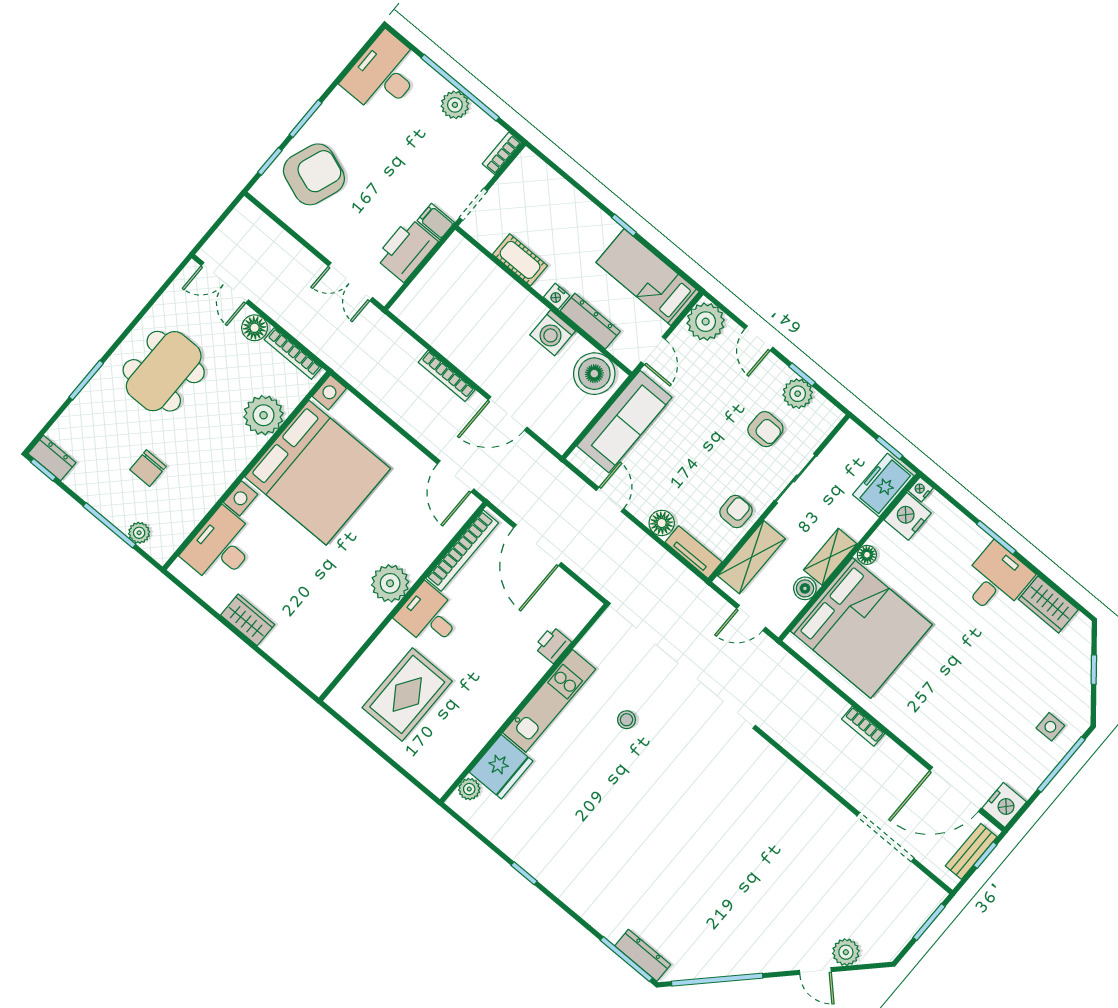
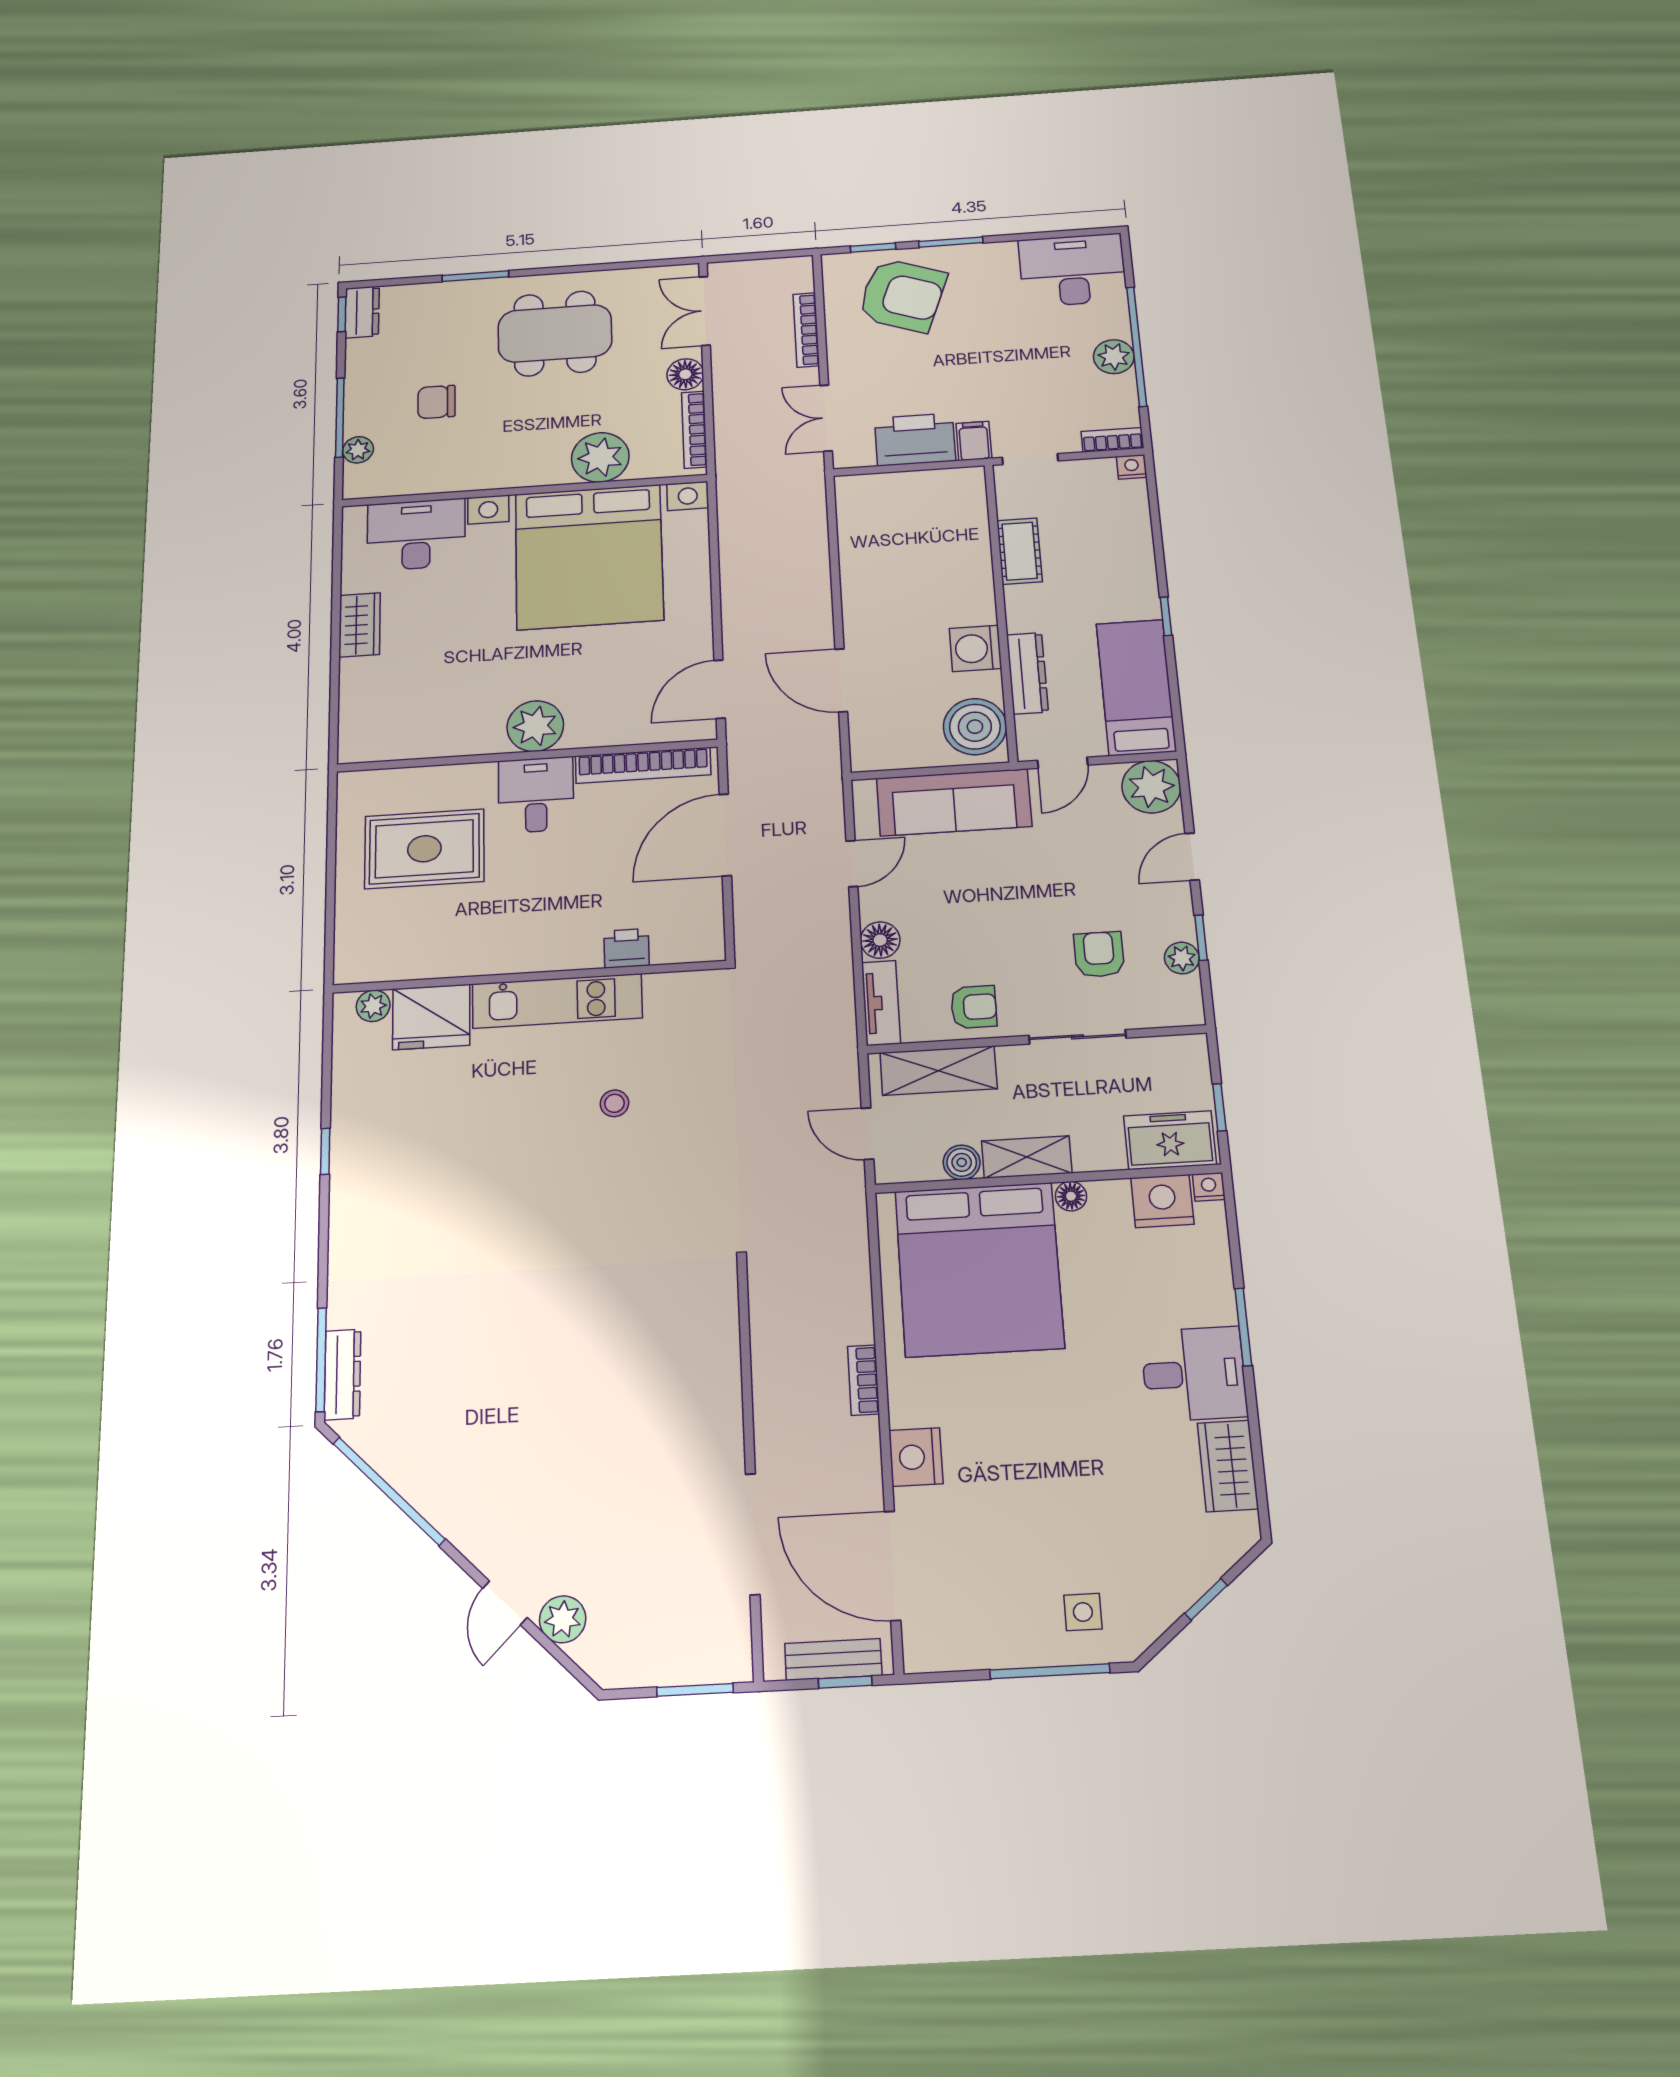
nightstand: (557, 296) -> (1132, 467), moved, turned 90
bookcase: (447, 376) -> (806, 330), moved
plant: (798, 394) -> (1182, 958), width x0.73, depth x0.73
armchair: (765, 429) -> (1099, 954), turned 180
nightstand: (1004, 805) -> (916, 1457), moved, turned 90

